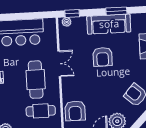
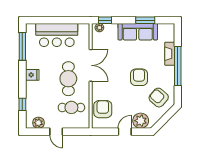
armchair: (103, 57) -> (139, 77), moved, turned 180
double door: (59, 64) -> (91, 65), width x1.37
armchair: (75, 111) -> (103, 109), turned 180

